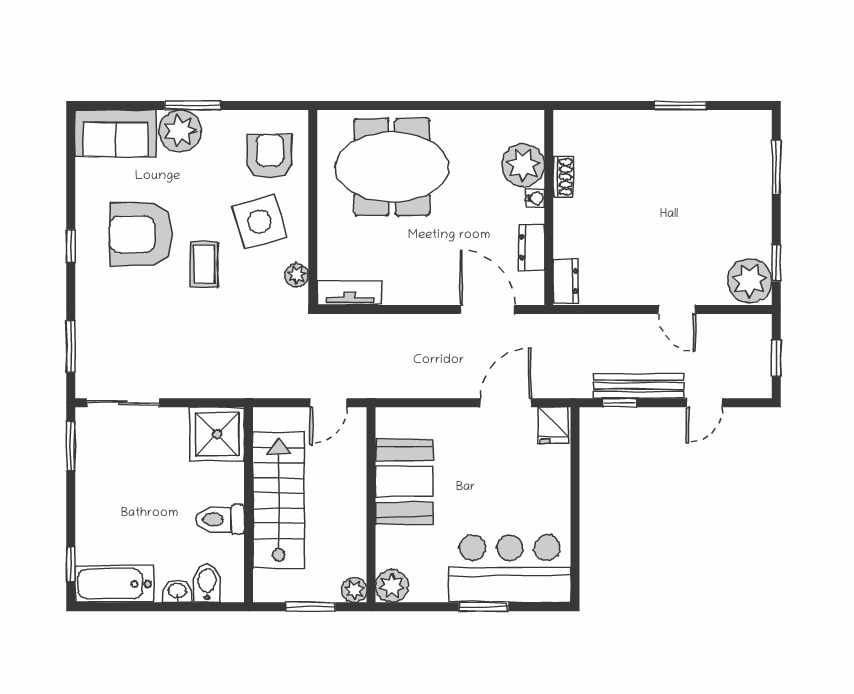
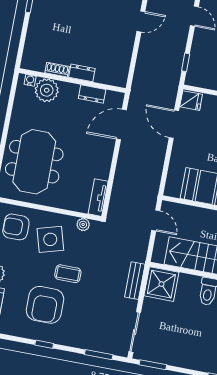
water cooler: (535, 198) -> (30, 80), moved
dresser: (566, 281) -> (82, 73), moved
bench: (639, 386) -> (135, 281), moved, width x0.73

